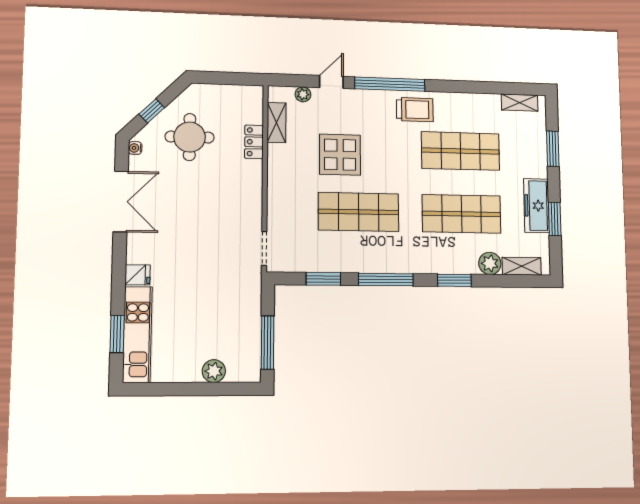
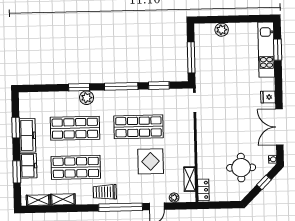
locker: (254, 142) -> (203, 190), moved
freezer: (535, 157) -> (28, 166), added
plant: (490, 263) -> (87, 98), moved
shelving: (522, 266) -> (63, 199), moved
fridge: (138, 275) -> (268, 97), moved
window: (268, 343) -> (191, 57), moved

